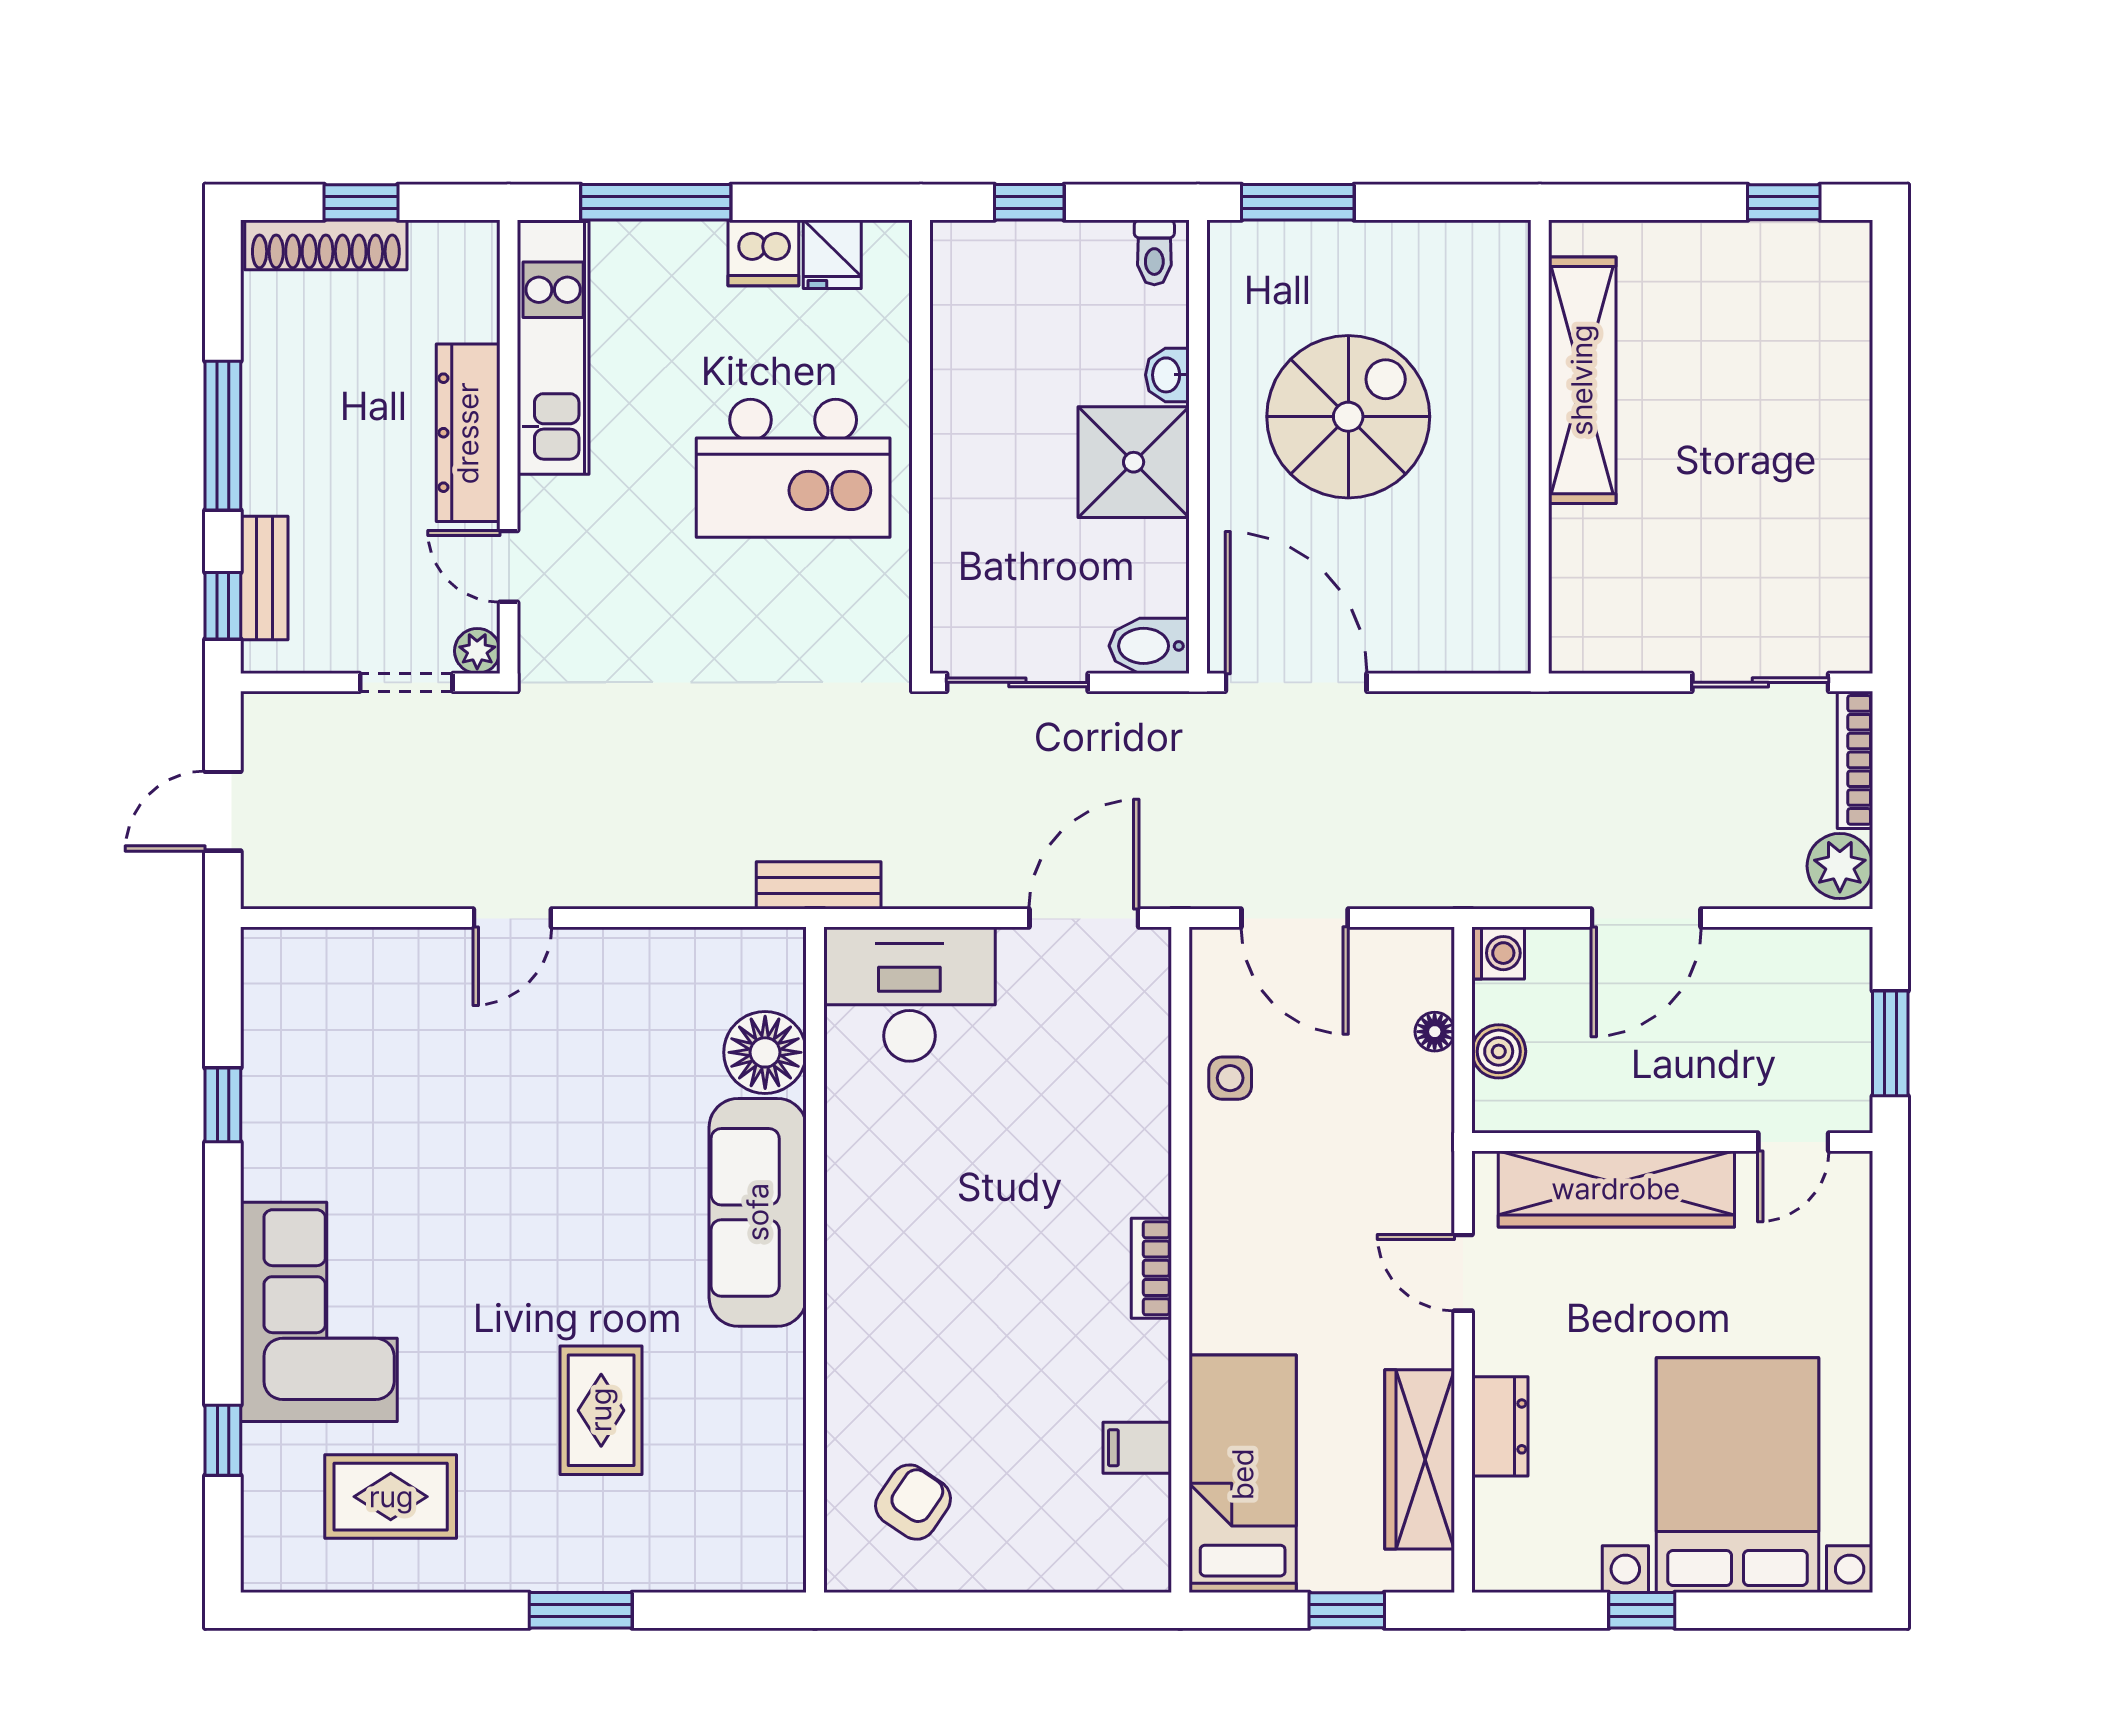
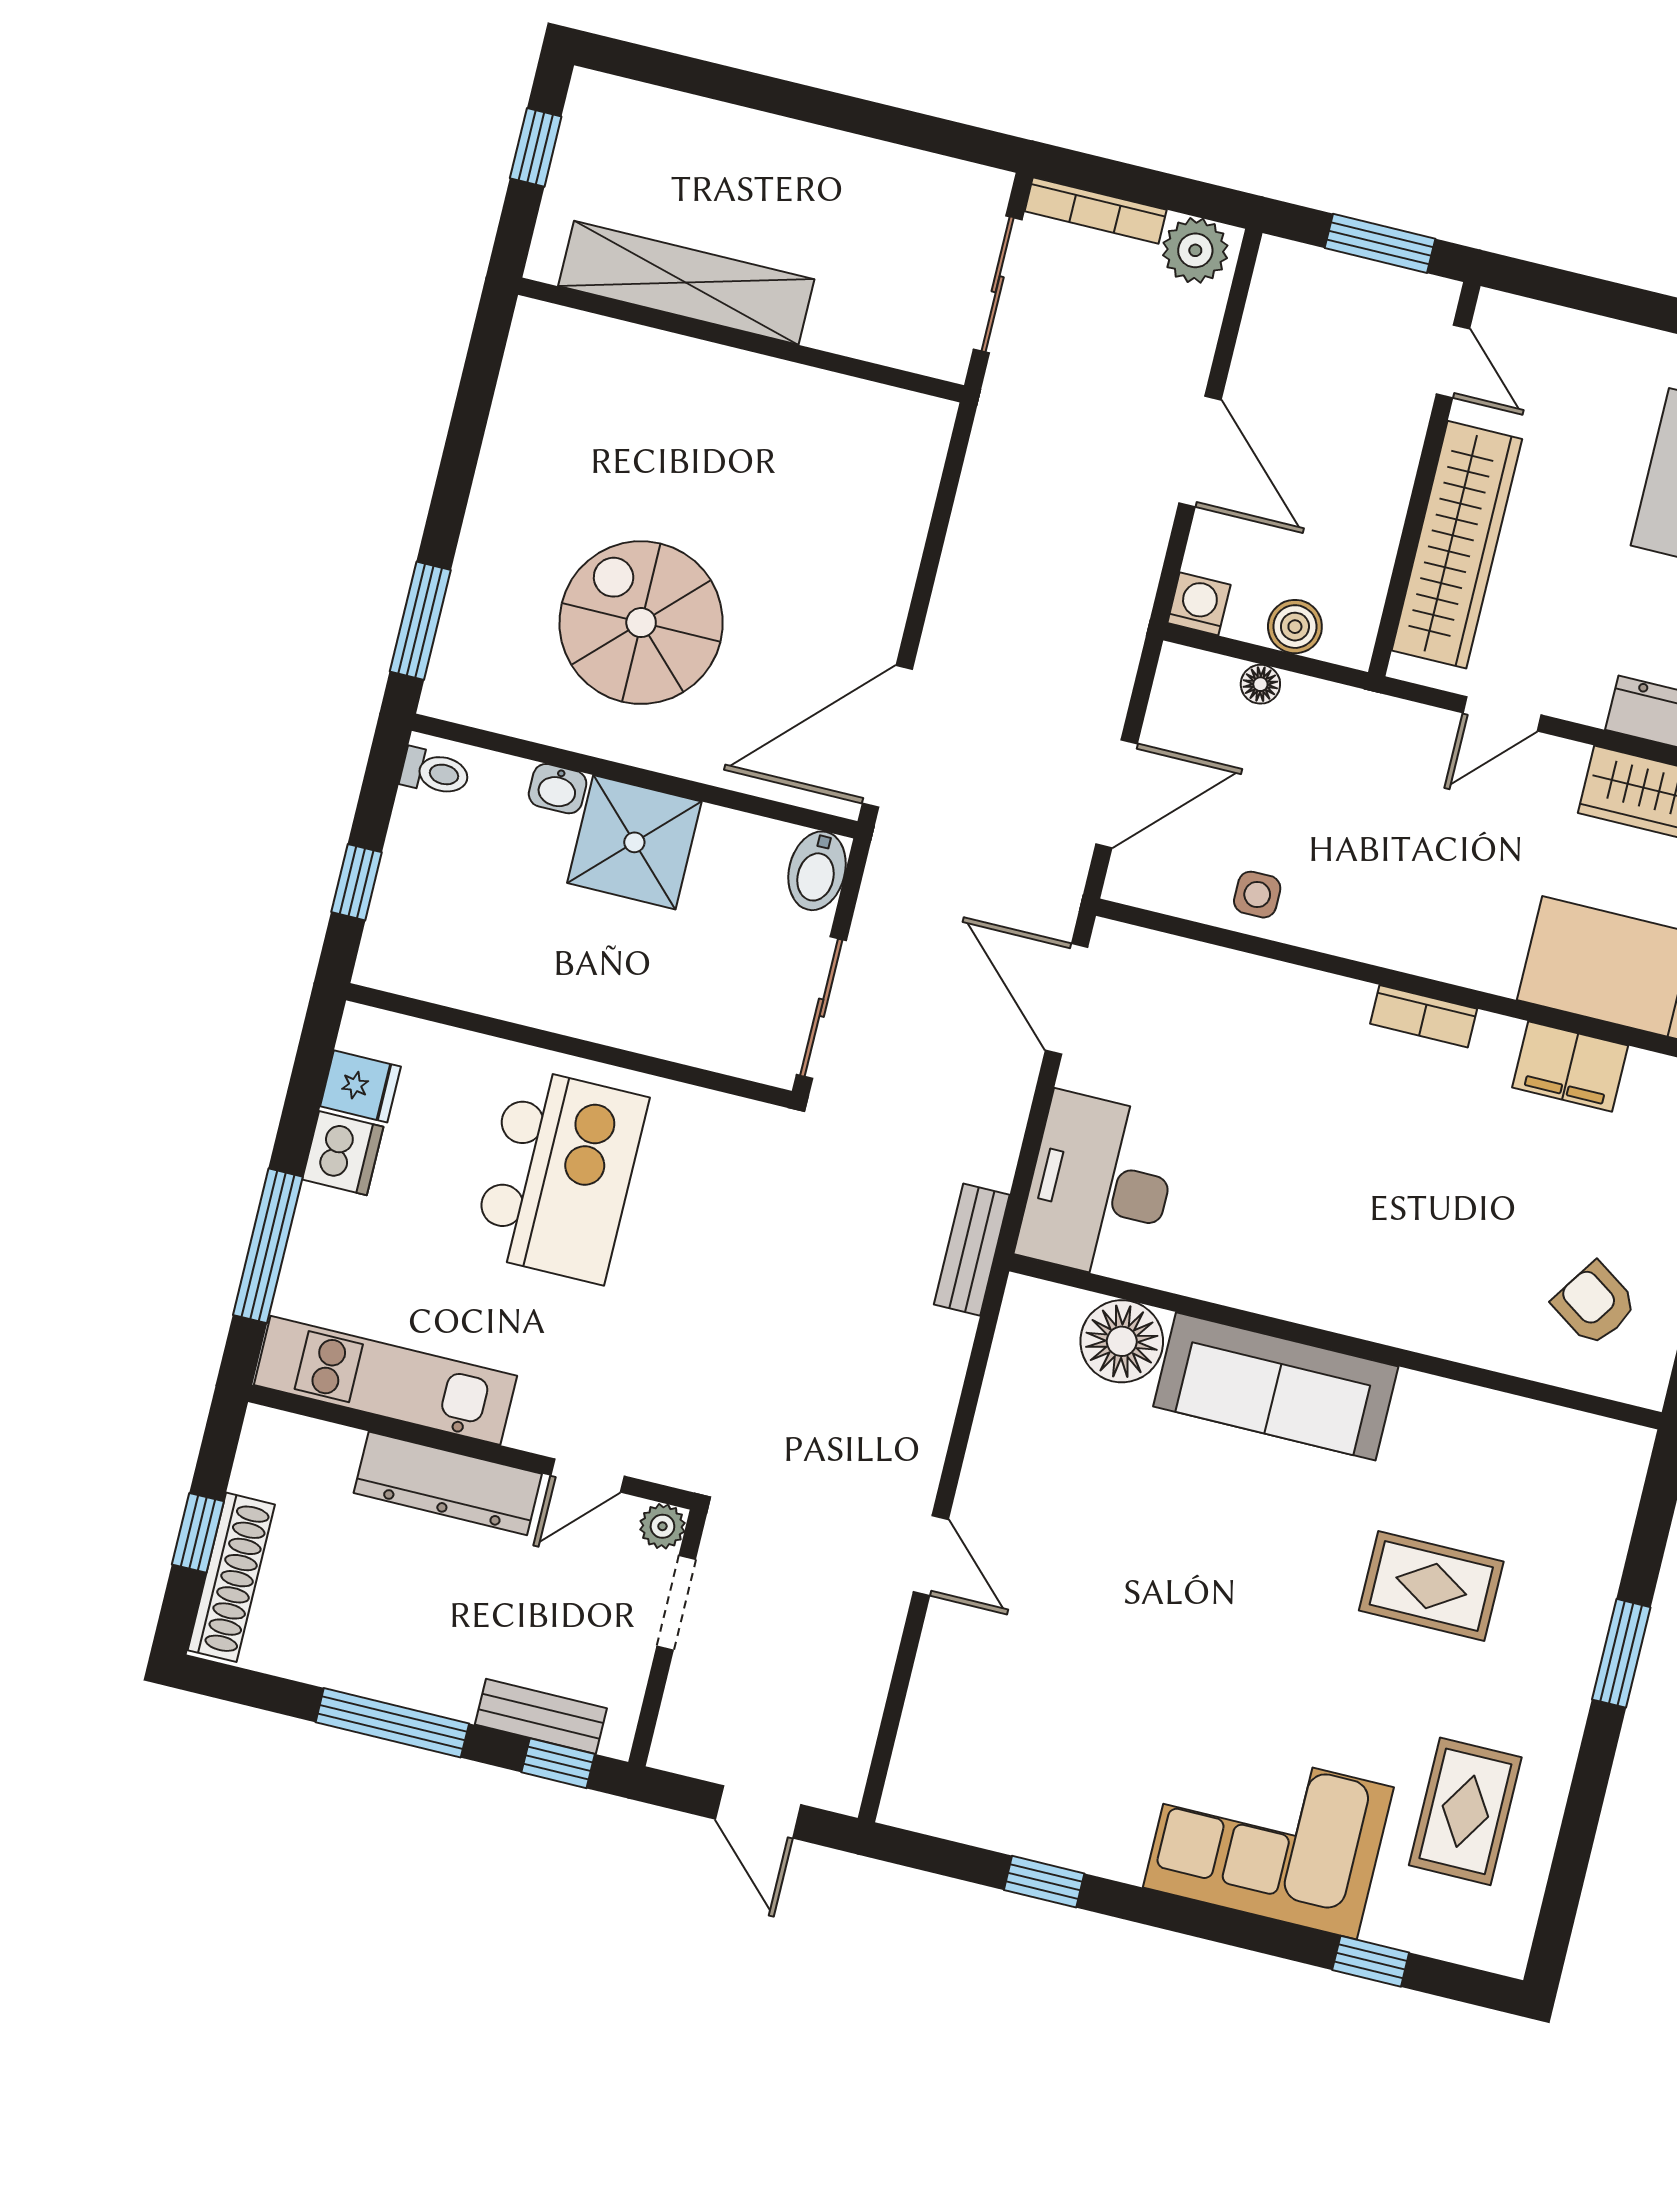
shelving: (1582, 380) -> (686, 283), moved
wall: (1540, 447) -> (741, 340), moved
filing cabinet: (1137, 1448) -> (1570, 1067), width x2.00

